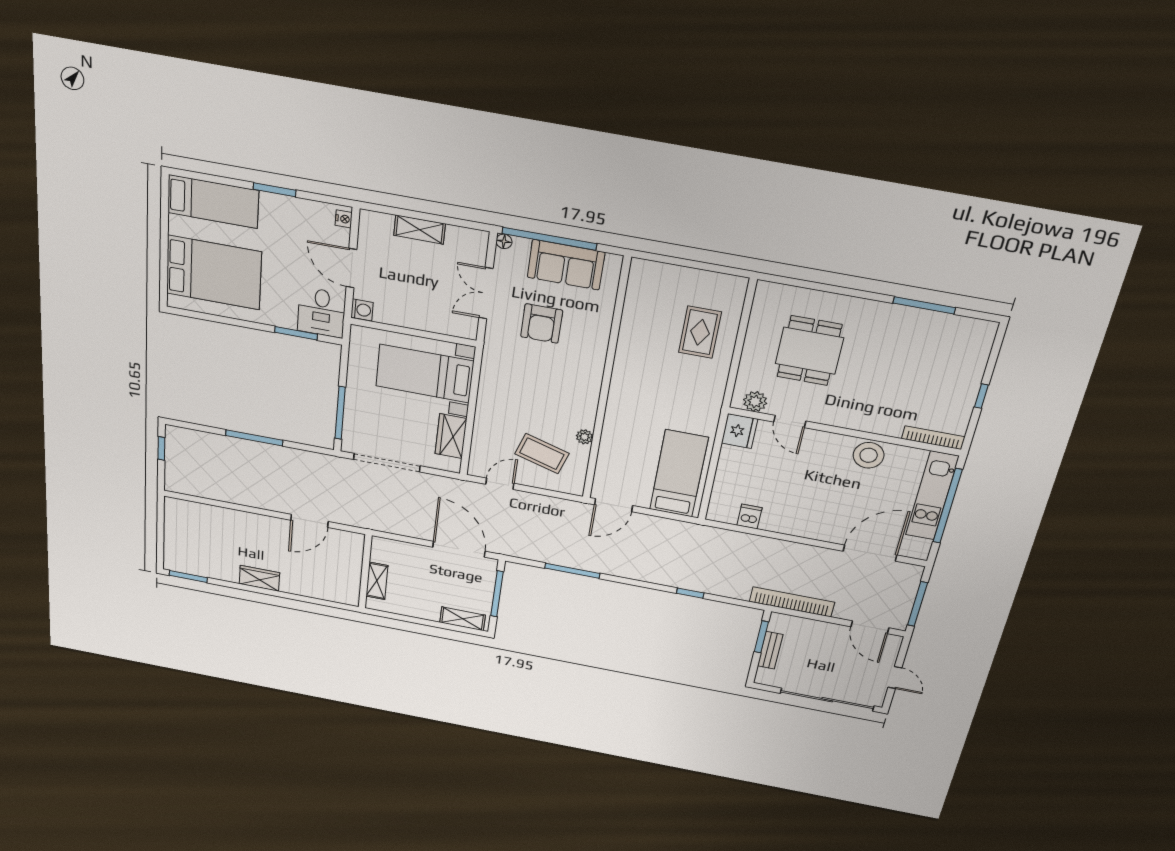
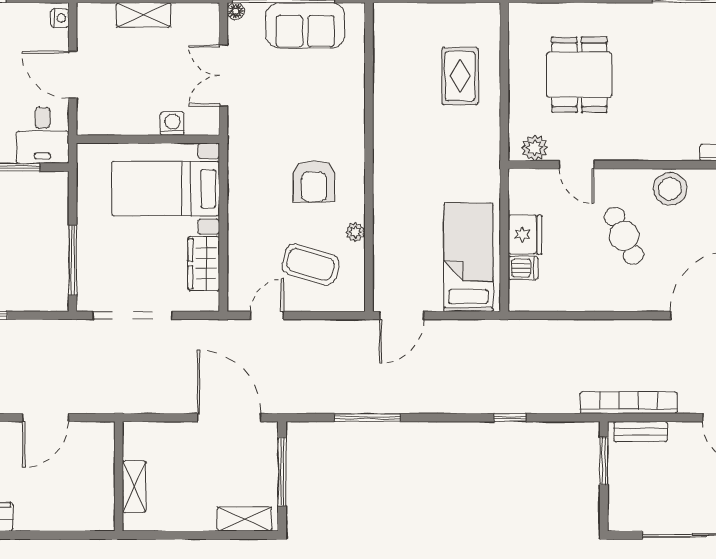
washing machine: (362, 310) -> (172, 124), moved, turned -90
armchair: (542, 324) -> (314, 181), moved
fridge: (740, 431) -> (525, 235), moved
cafe table: (818, 483) -> (624, 236), added
dishwasher: (750, 516) -> (523, 268), moved, turned 90
bench: (770, 650) -> (641, 432), moved, turned 90

